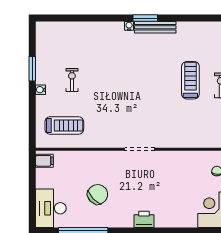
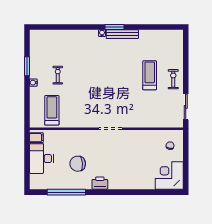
treadmill: (64, 126) -> (52, 110), turned -90
chair: (98, 194) -> (78, 164), turned -141
desk: (51, 208) -> (41, 159), moved
printer: (144, 219) -> (100, 183), moved

